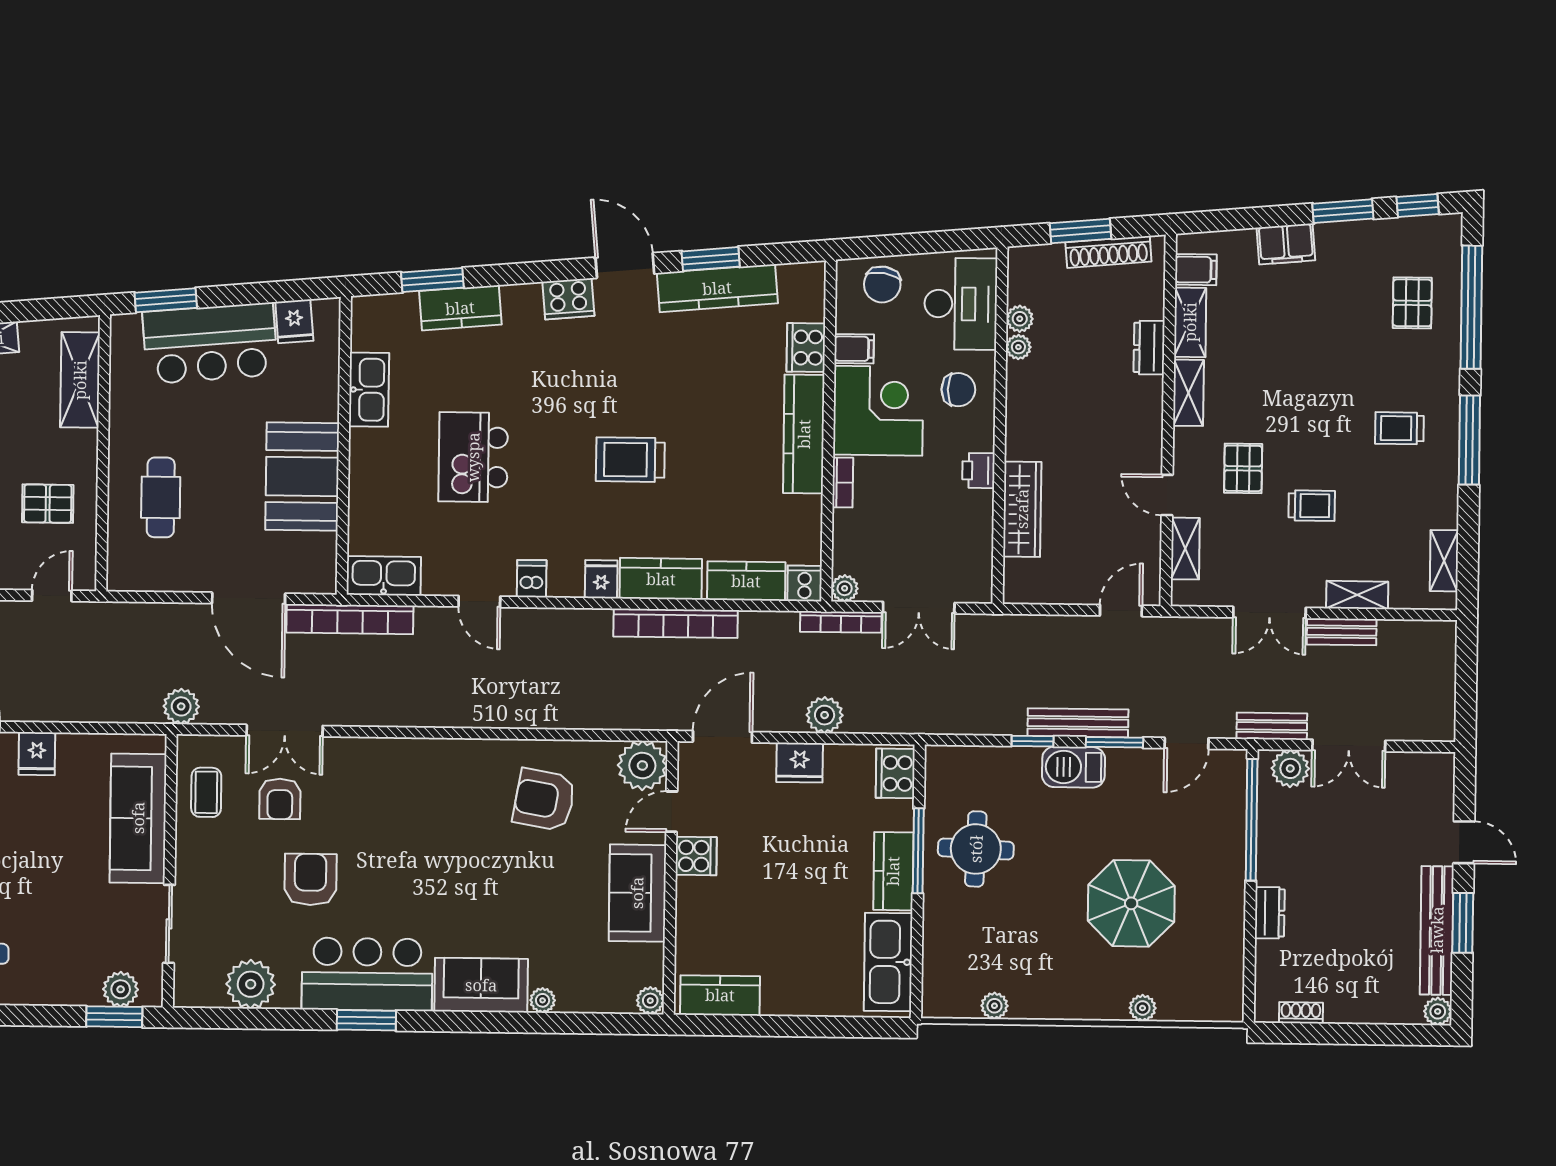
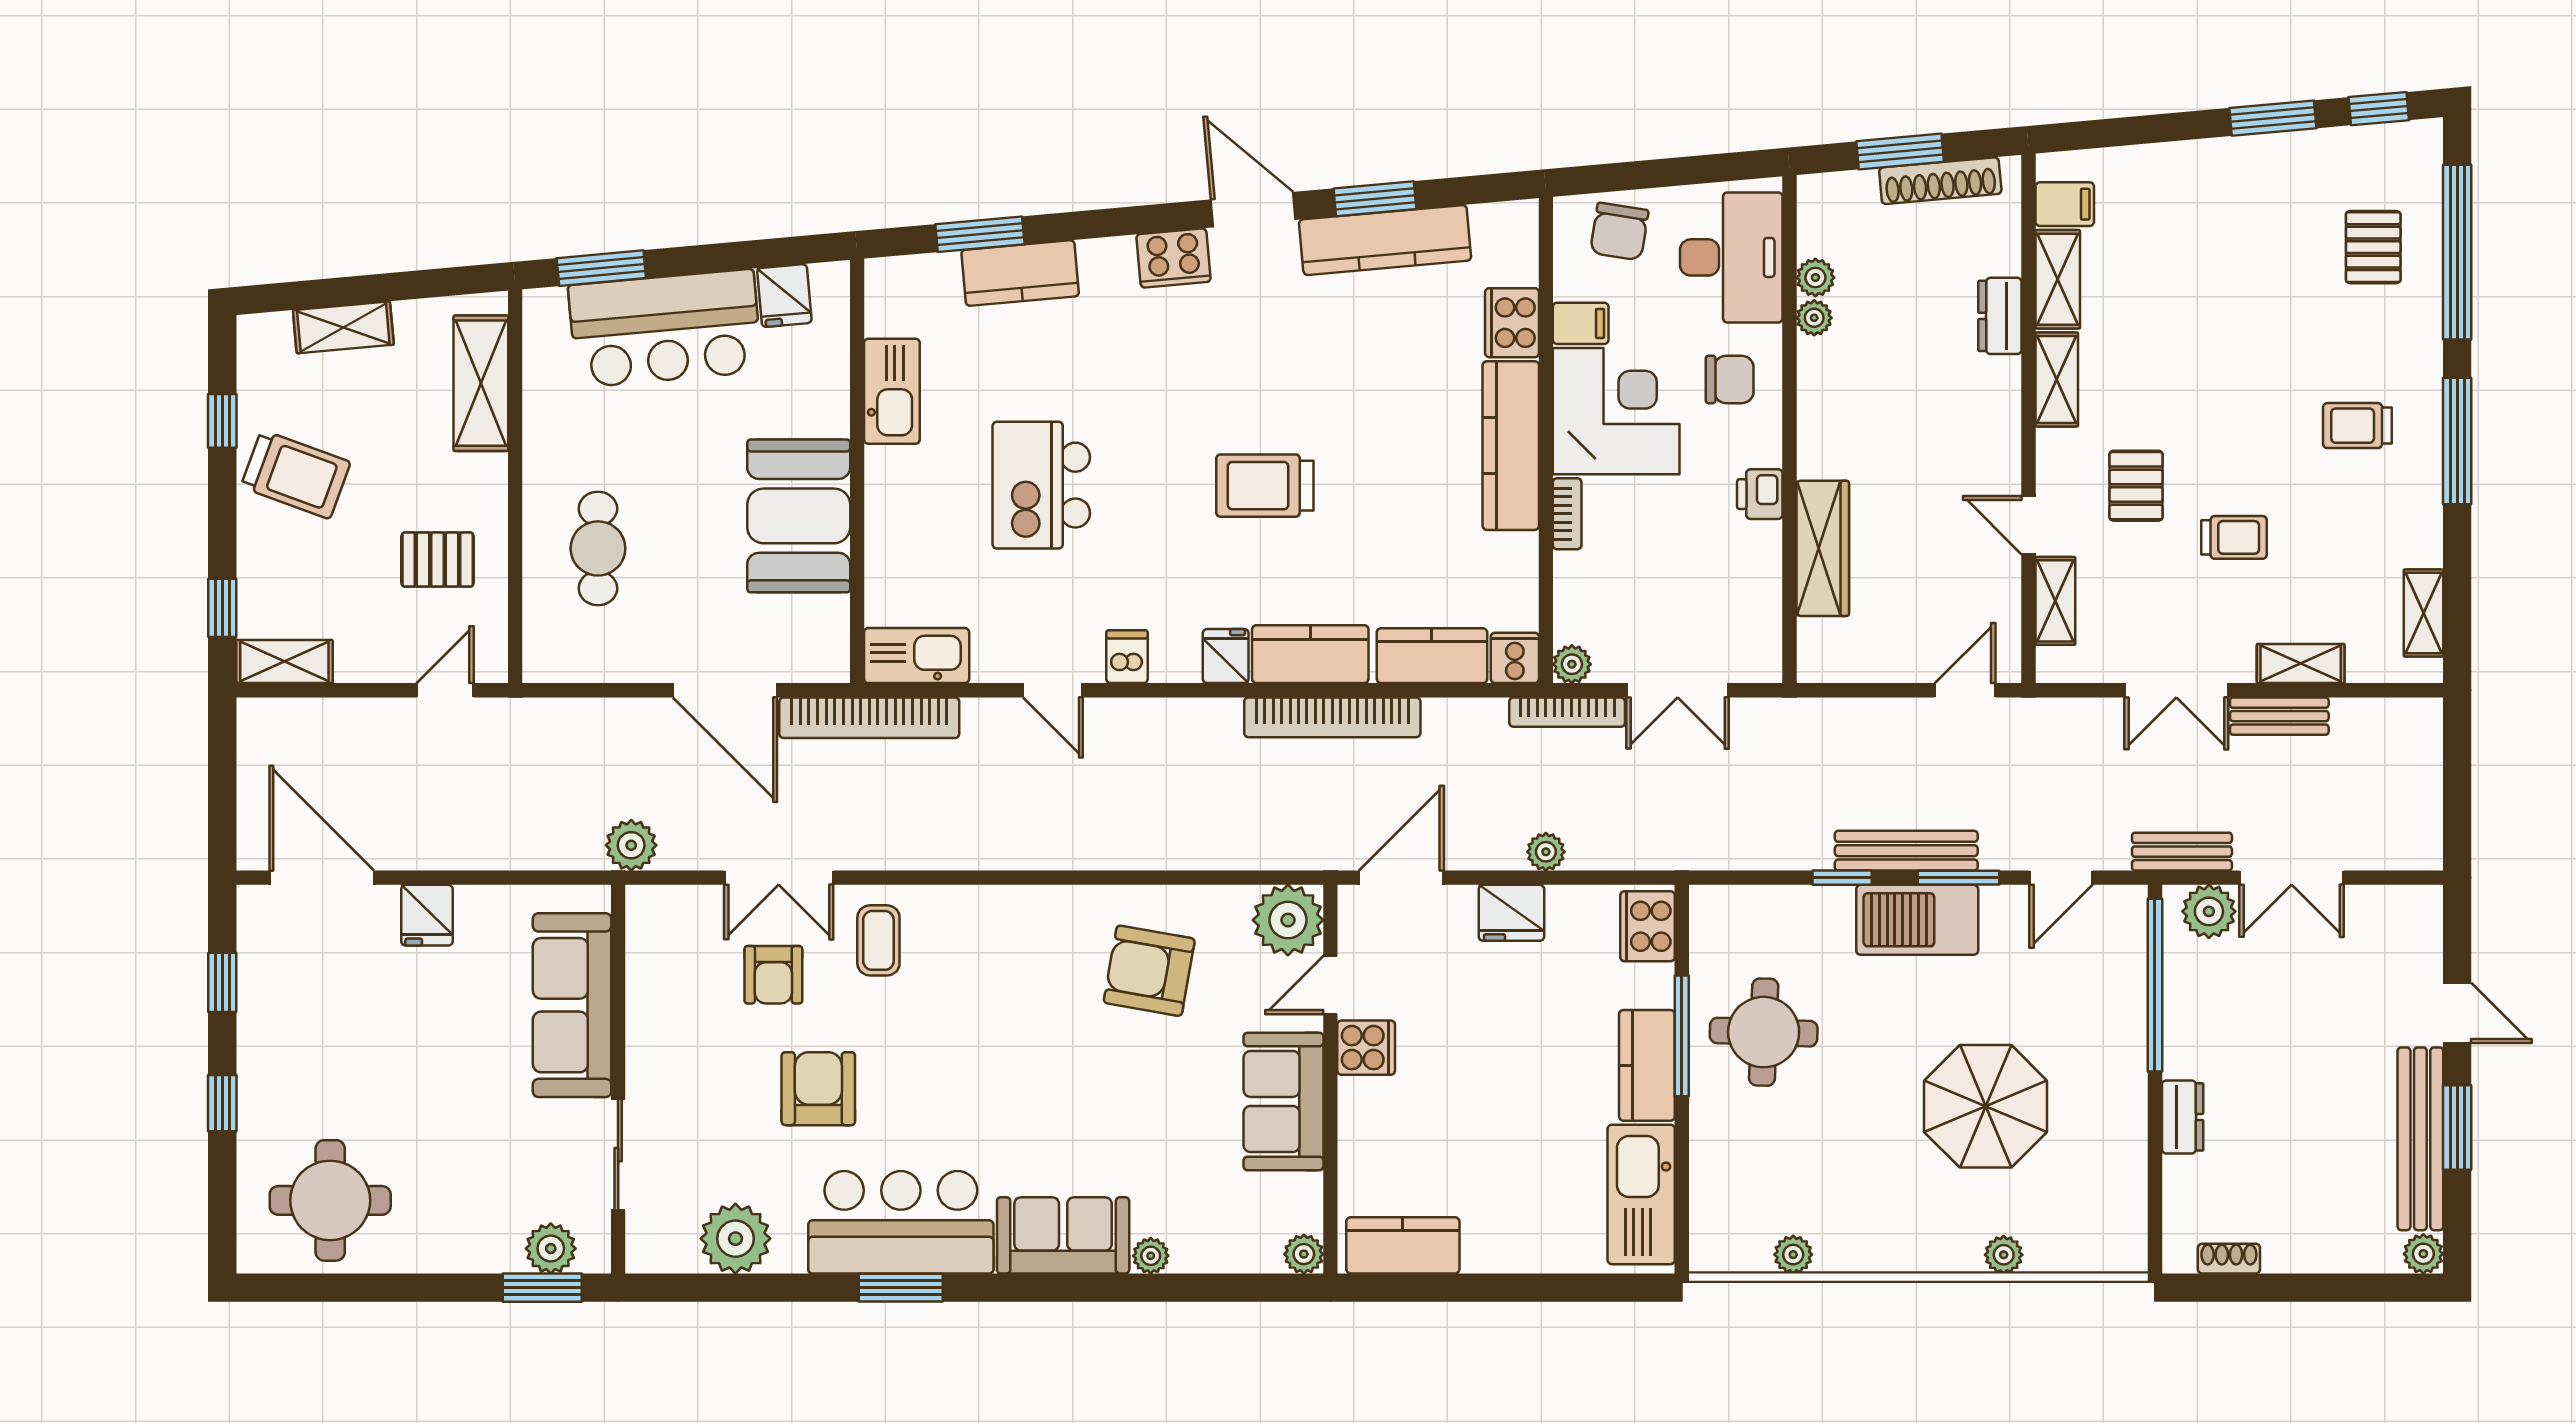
filing cabinet: (1286, 244) -> (2192, 166), removed
plant: (825, 715) -> (1546, 852), width x0.73, depth x0.73
barbecue: (1073, 767) -> (1917, 920), width x1.37, depth x1.21
coffee table: (206, 792) -> (878, 940), moved

